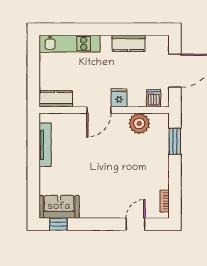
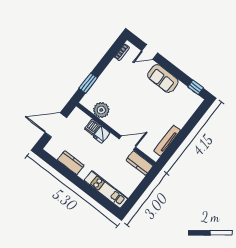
dishwasher: (154, 98) -> (92, 127), moved
door: (99, 110) -> (127, 143), moved
sofa: (59, 207) -> (163, 79), moved

